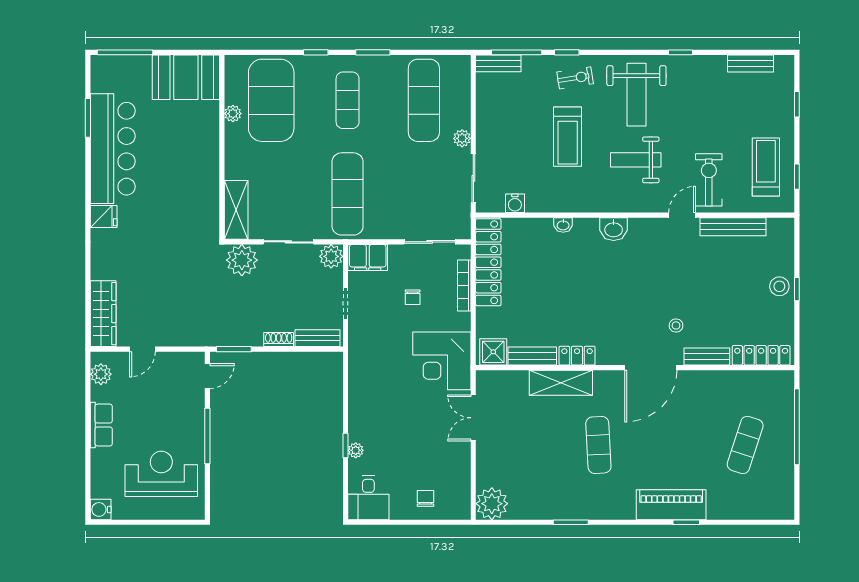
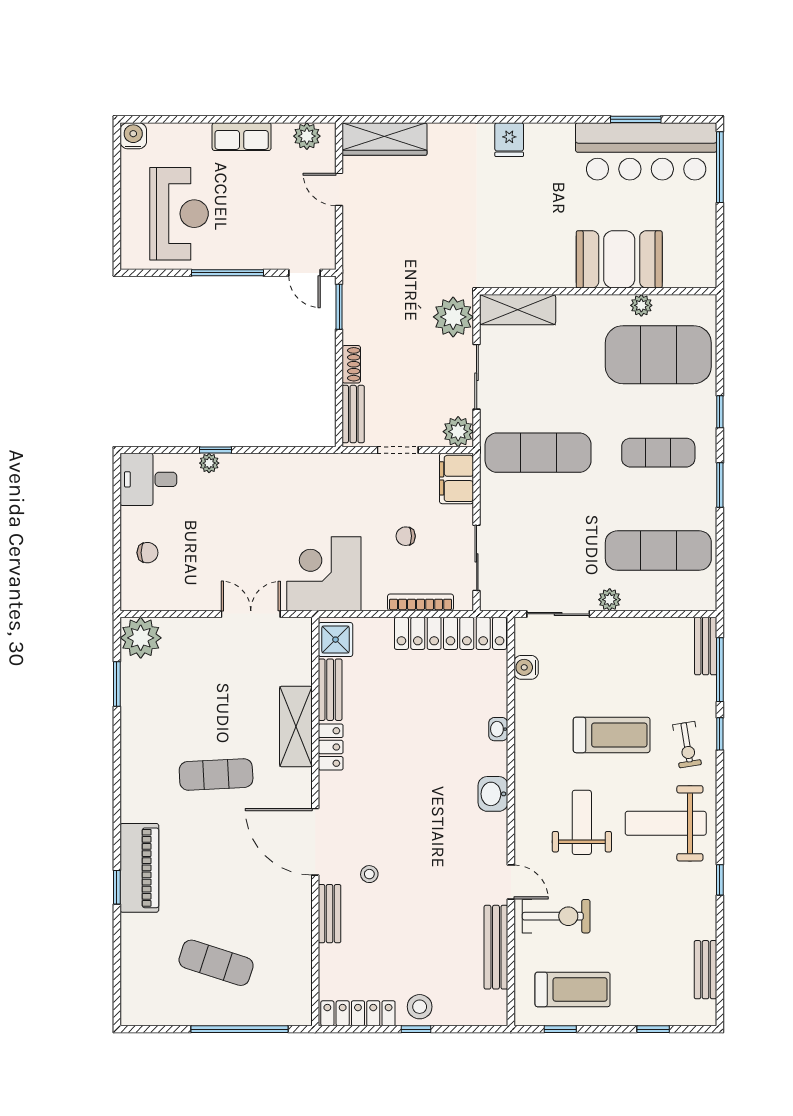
booth: (186, 77) -> (619, 259), moved, turned 90
treadmill: (568, 137) -> (612, 735), turned 180
bar counter: (113, 149) -> (646, 151), moved
locker: (761, 355) -> (358, 1013), moved, turned -90
window: (571, 522) -> (117, 684), moved

